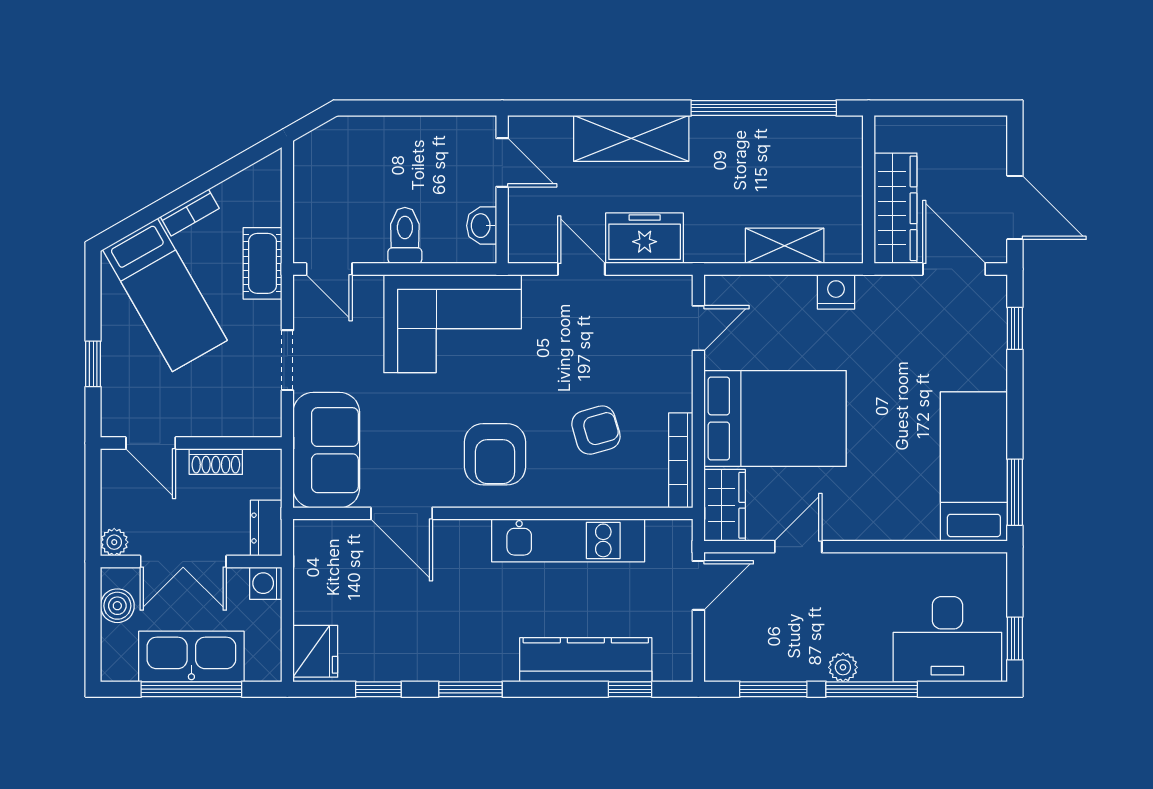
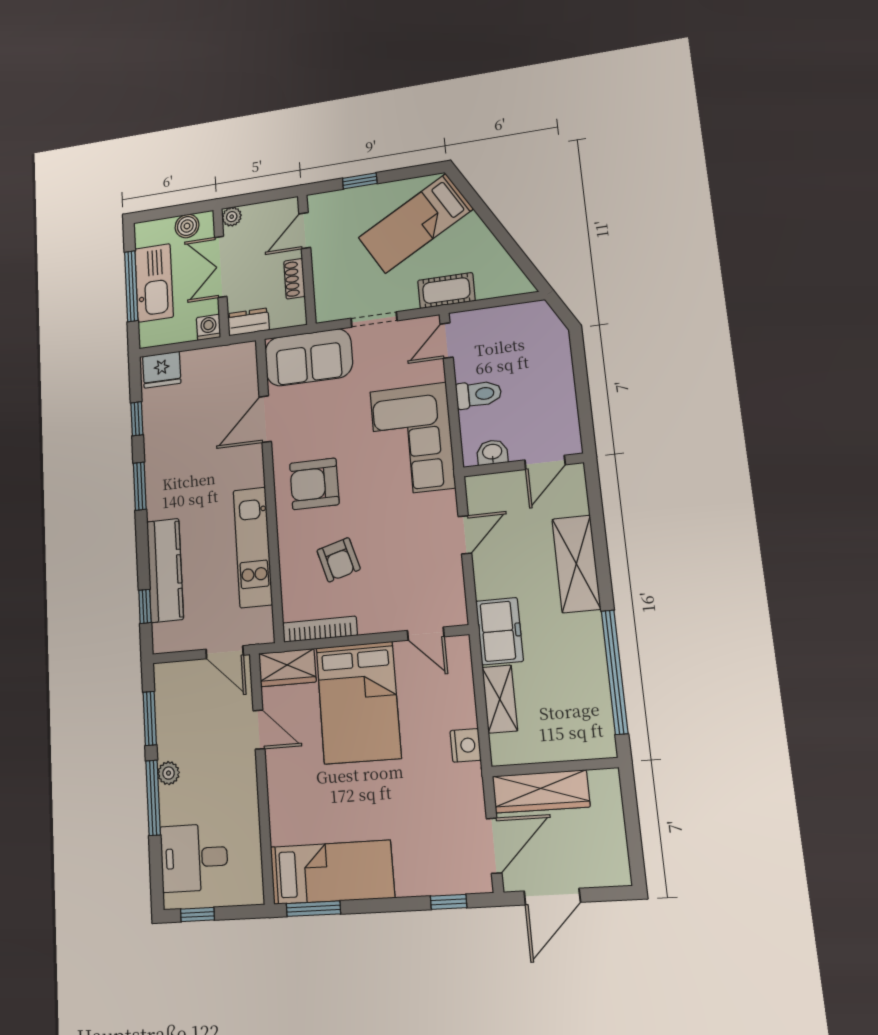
bookcase: (190, 213) -> (480, 231), removed
freezer: (645, 238) -> (499, 631), moved
desk: (947, 639) -> (194, 858), width x0.73

